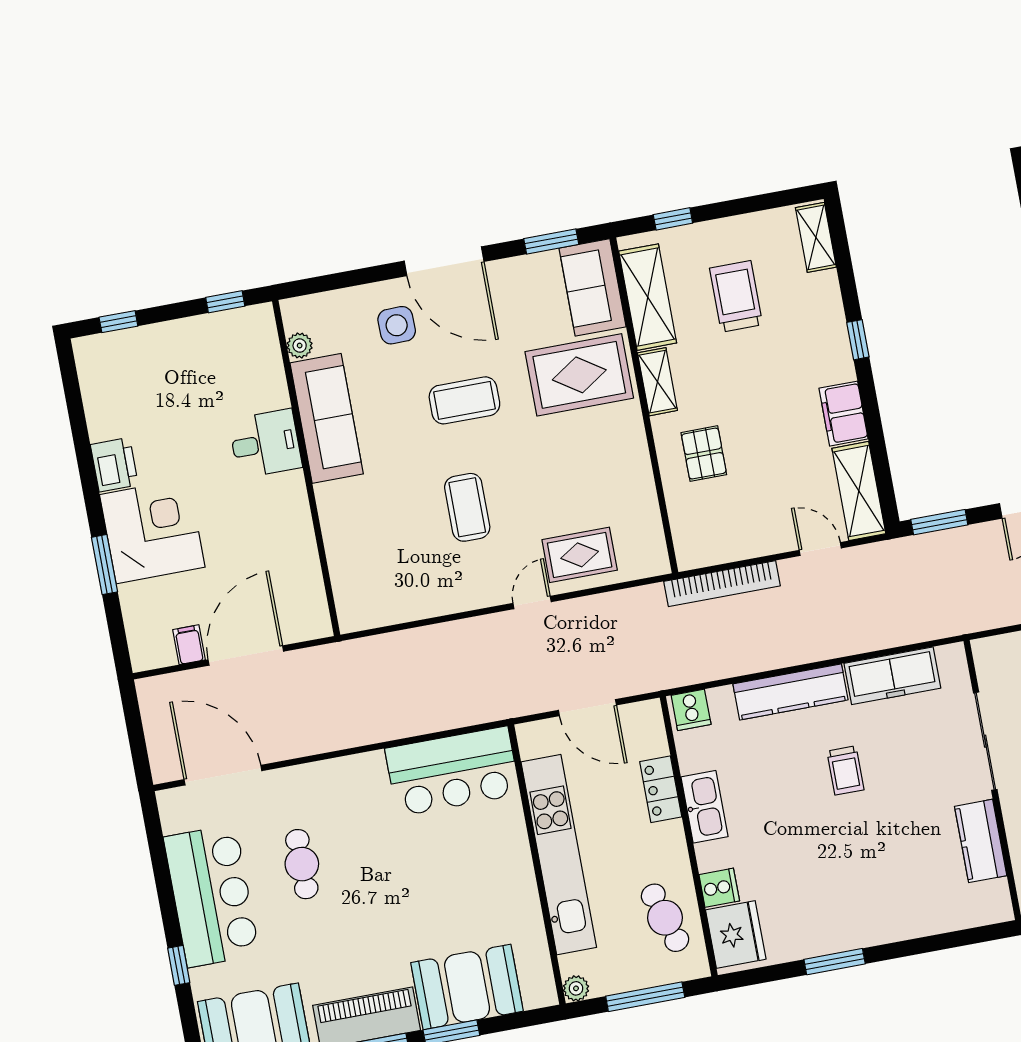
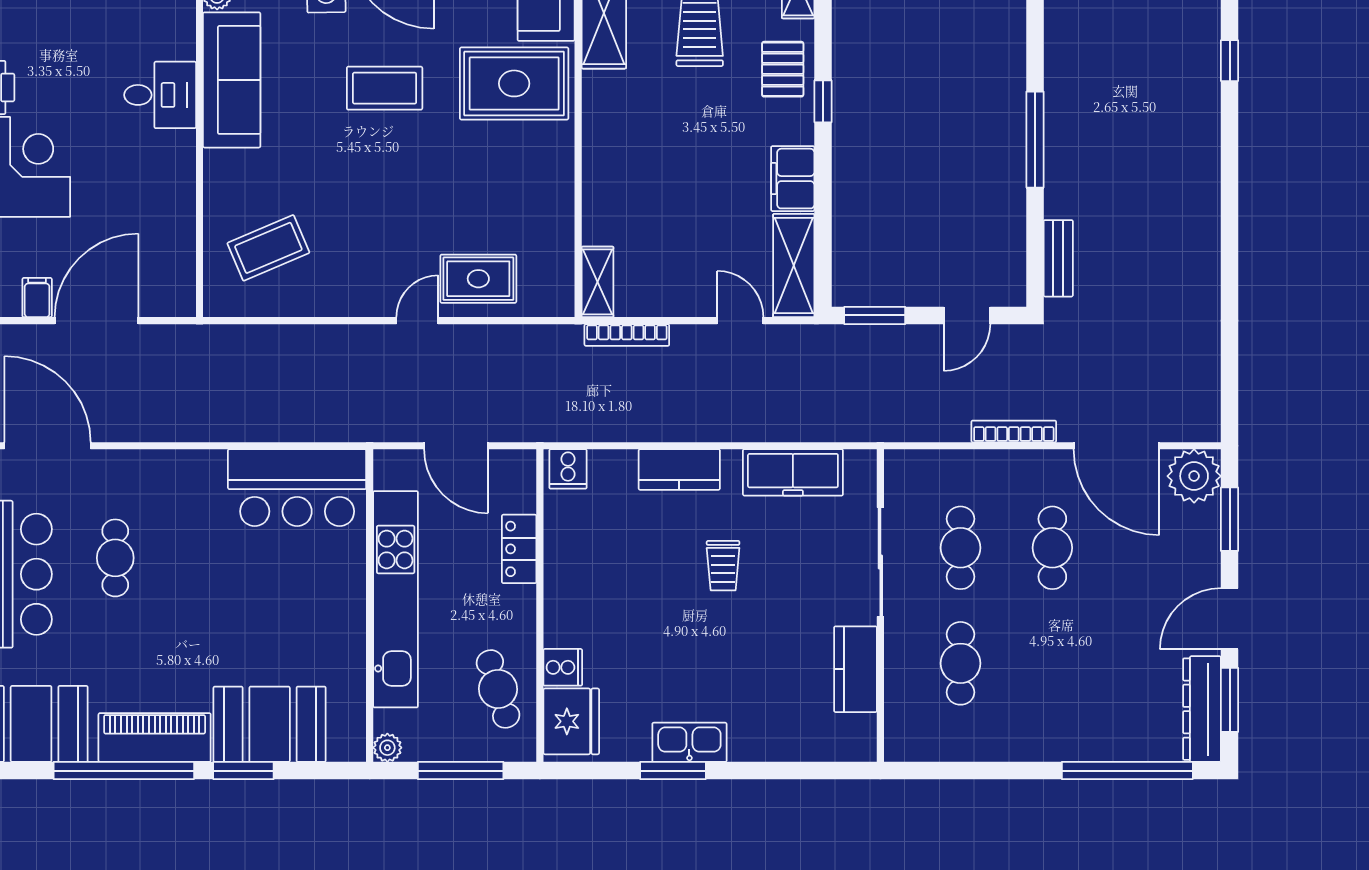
shelving: (657, 382) -> (598, 282), moved
pallet: (704, 454) -> (783, 69), moved
coffee table: (467, 507) -> (268, 248), moved, turned 67
bookcase: (722, 584) -> (627, 335), width x0.68, depth x0.76
kitchen counter: (790, 692) -> (679, 470), width x0.67
kitchen sink: (704, 807) -> (689, 742), moved, turned -90

